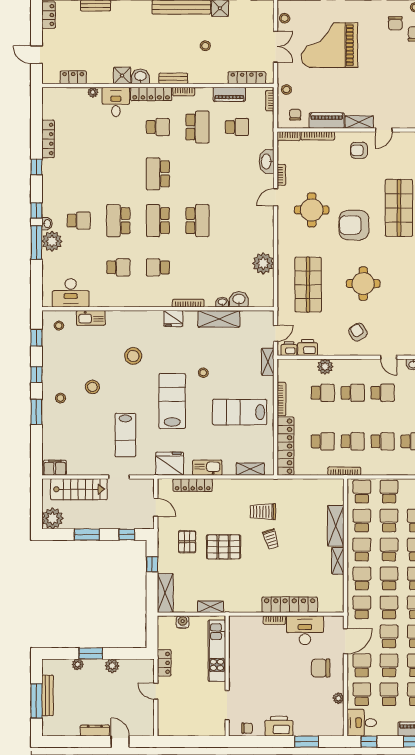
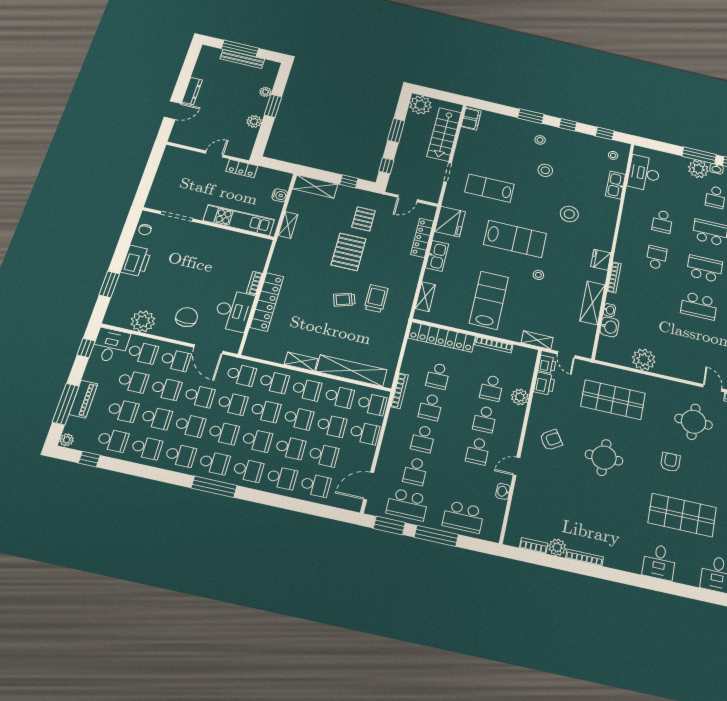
armchair: (354, 225) -> (670, 462), width x0.53, depth x0.53
shelving: (336, 526) -> (351, 371), width x1.47
pallet: (187, 542) -> (364, 219), turned 90
plant: (338, 698) -> (143, 321), width x1.88, depth x1.88

